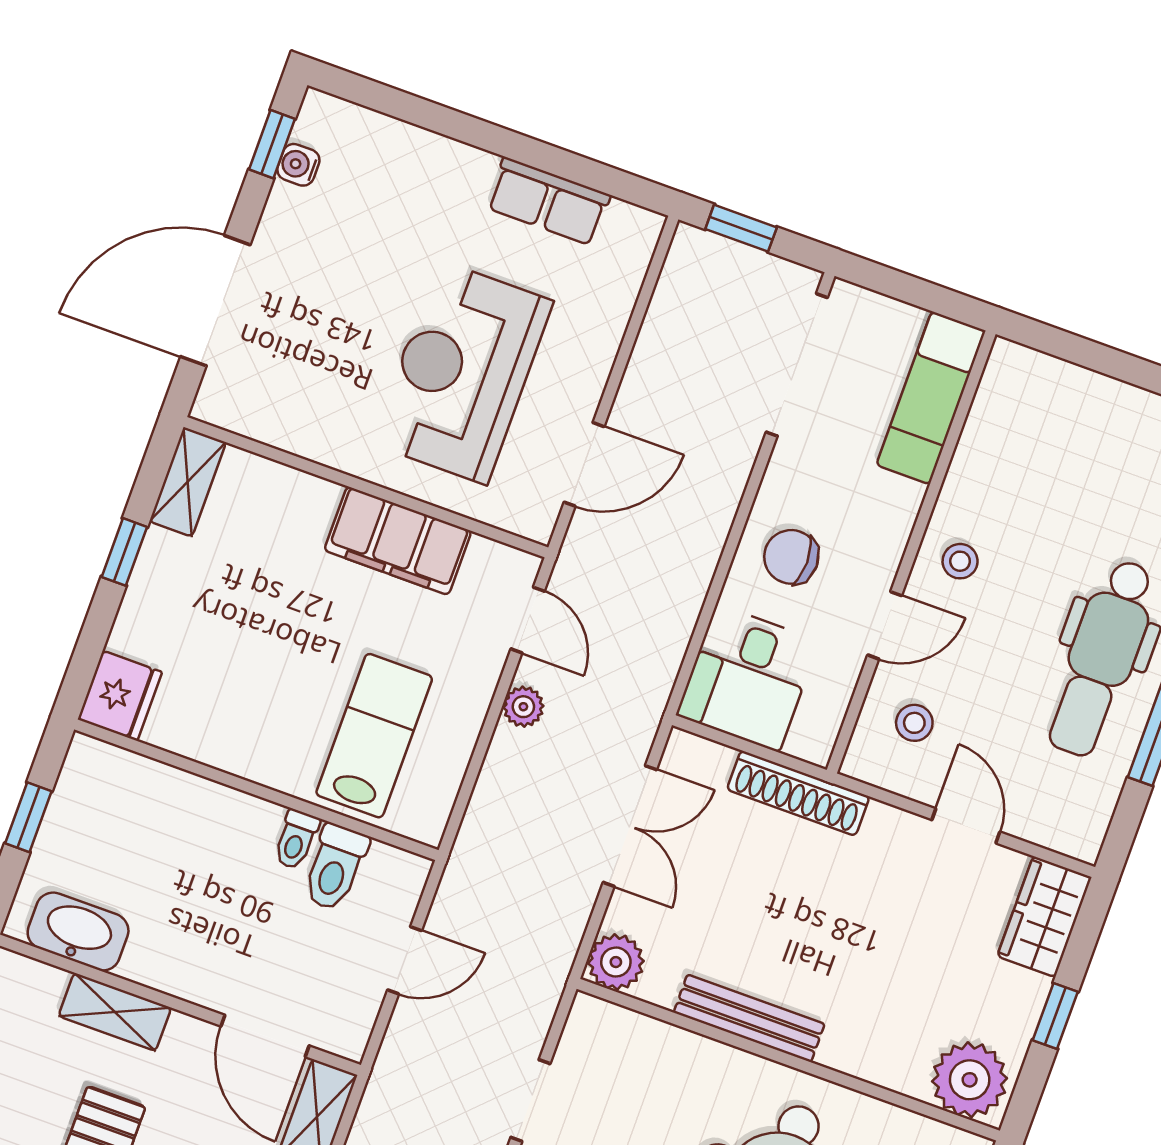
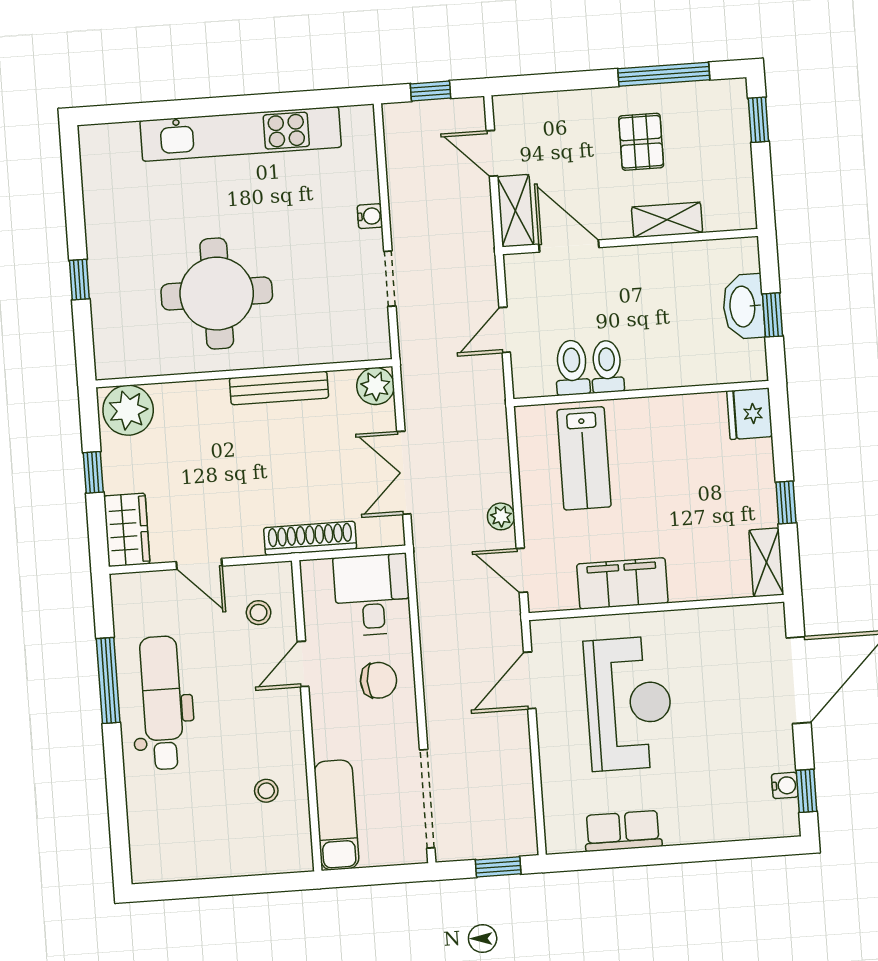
stool: (960, 561) -> (266, 791), moved
toilet: (296, 840) -> (607, 366), width x1.37, depth x1.39
washbasin: (78, 932) -> (744, 306), moved, turned 90

